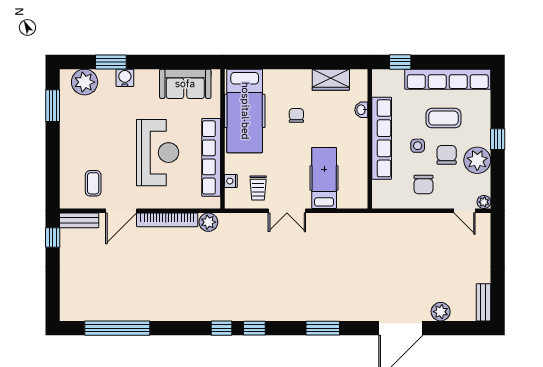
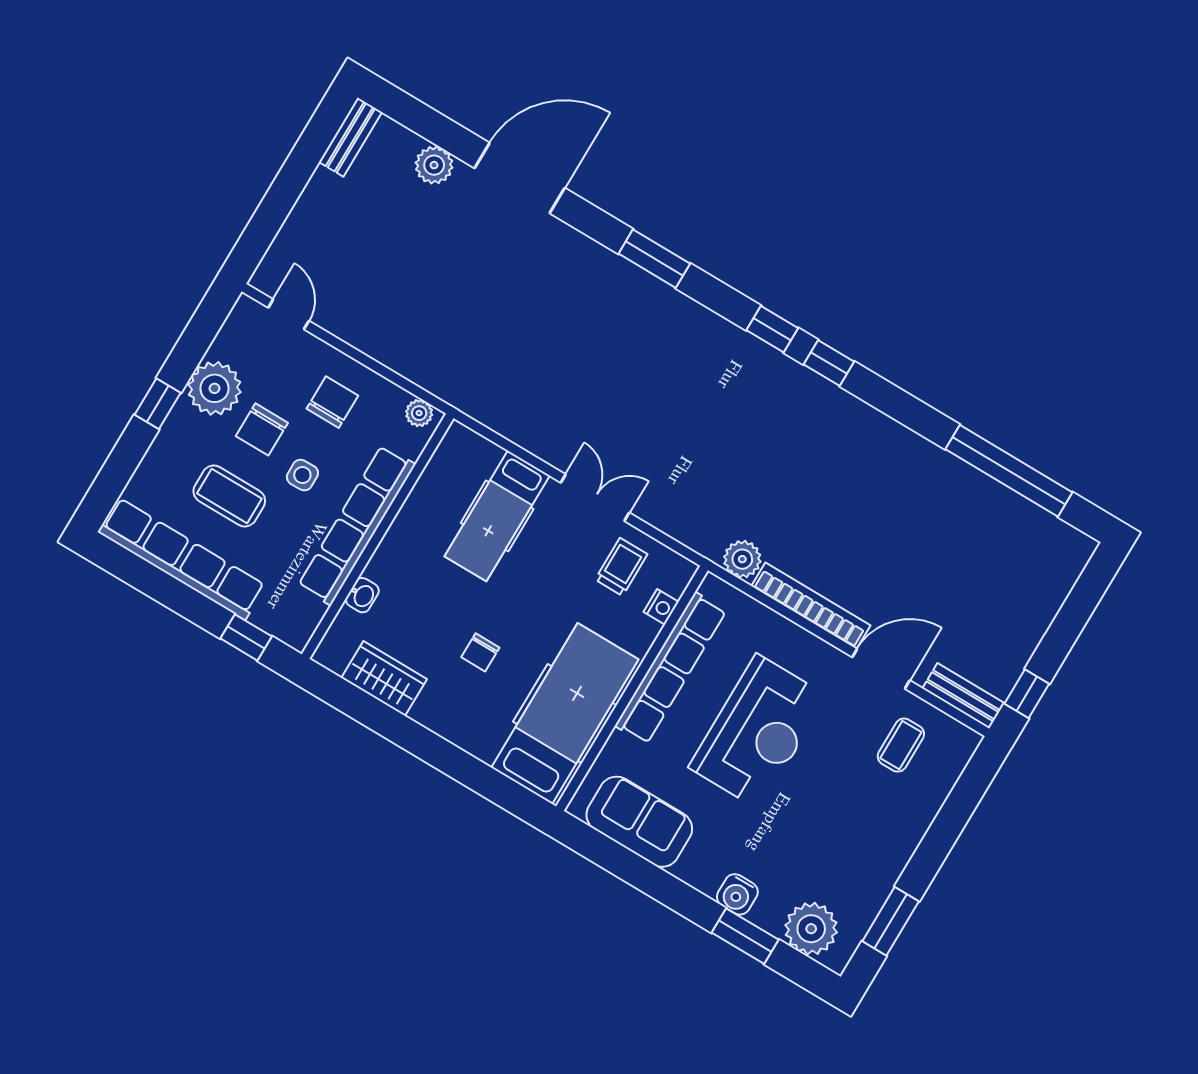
reception desk: (158, 153) -> (758, 732), turned 180
plant: (484, 202) -> (419, 413), moved

